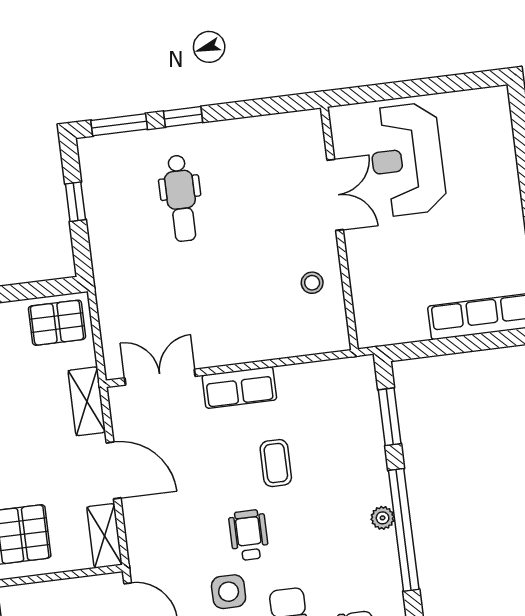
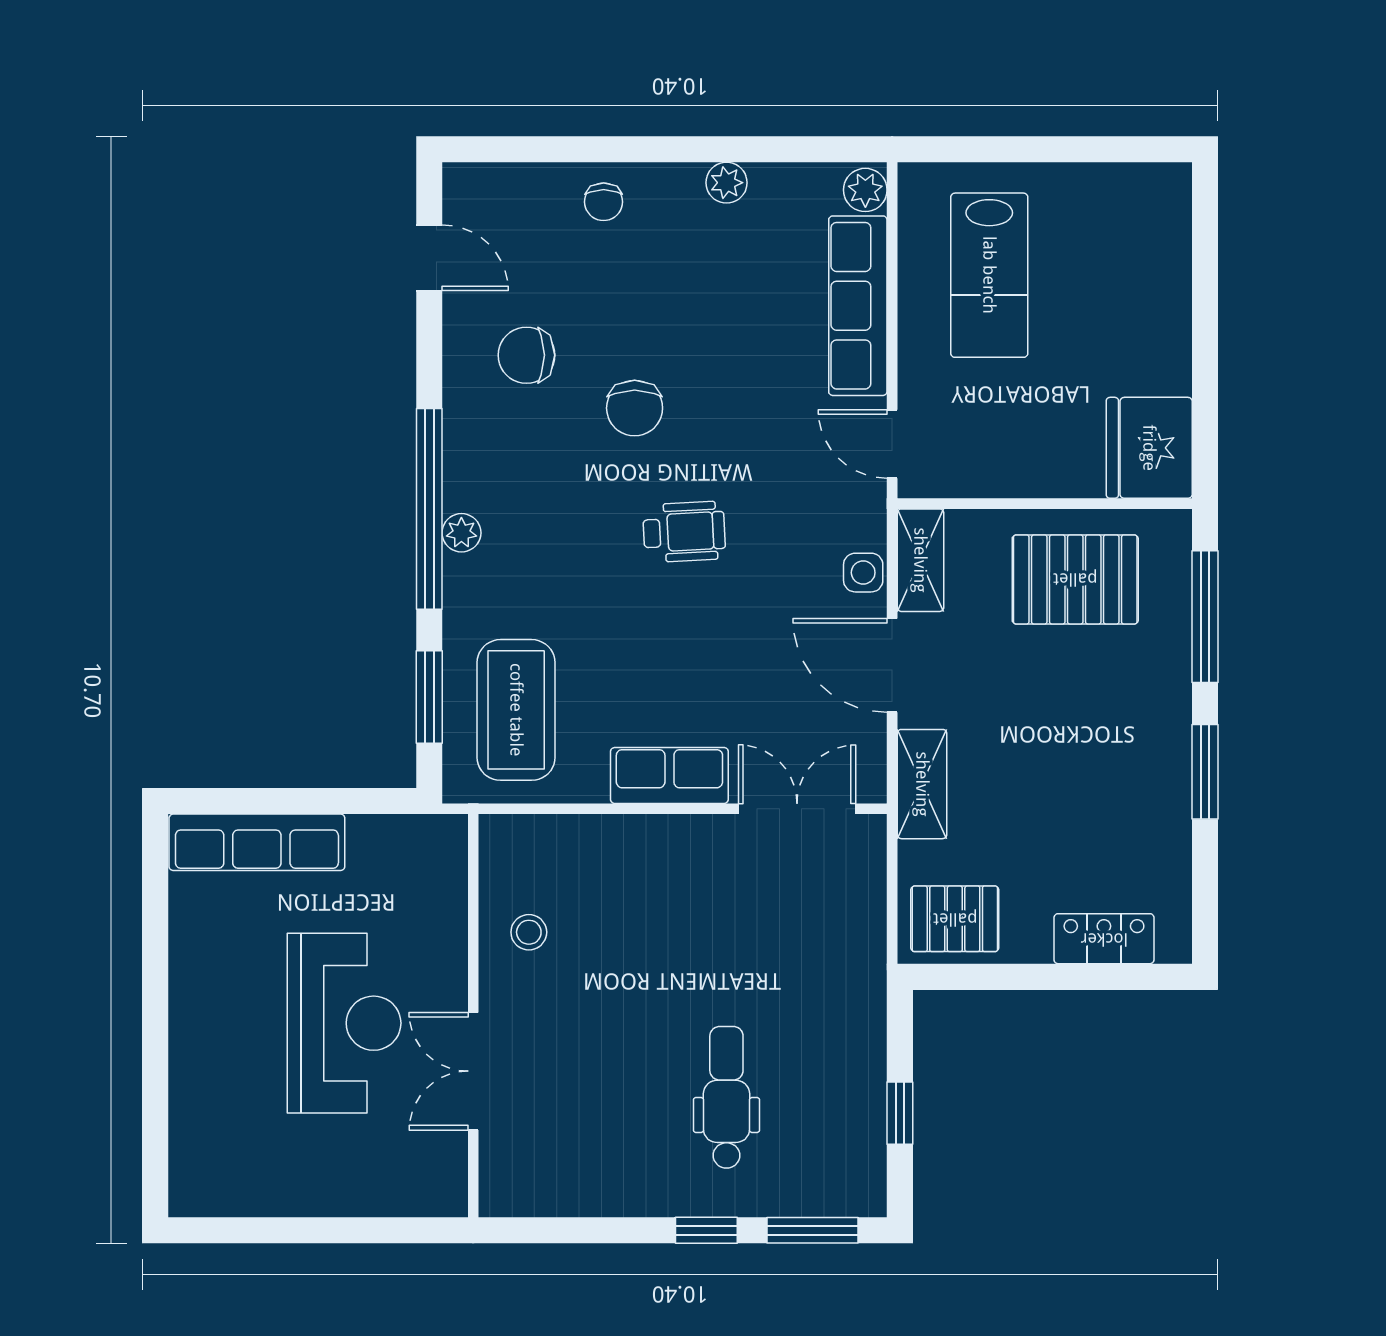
reception desk: (407, 160) -> (344, 1023), moved
double door: (160, 377) -> (797, 809), swing flipped
coffee table: (276, 463) -> (516, 710), moved, width x1.86, depth x1.72
wheelchair: (249, 535) -> (684, 532), turned -93
side table: (229, 592) -> (863, 573), moved, width x0.73, depth x0.73

